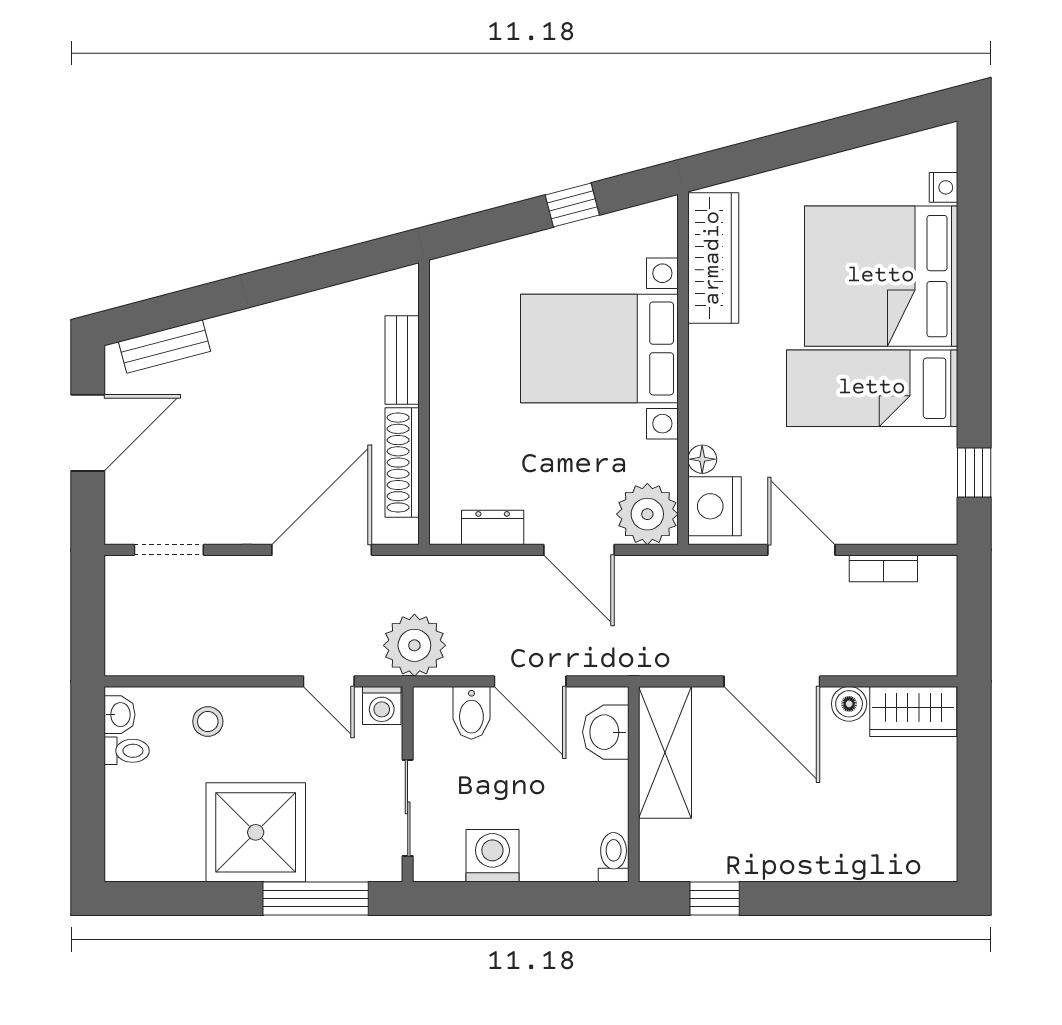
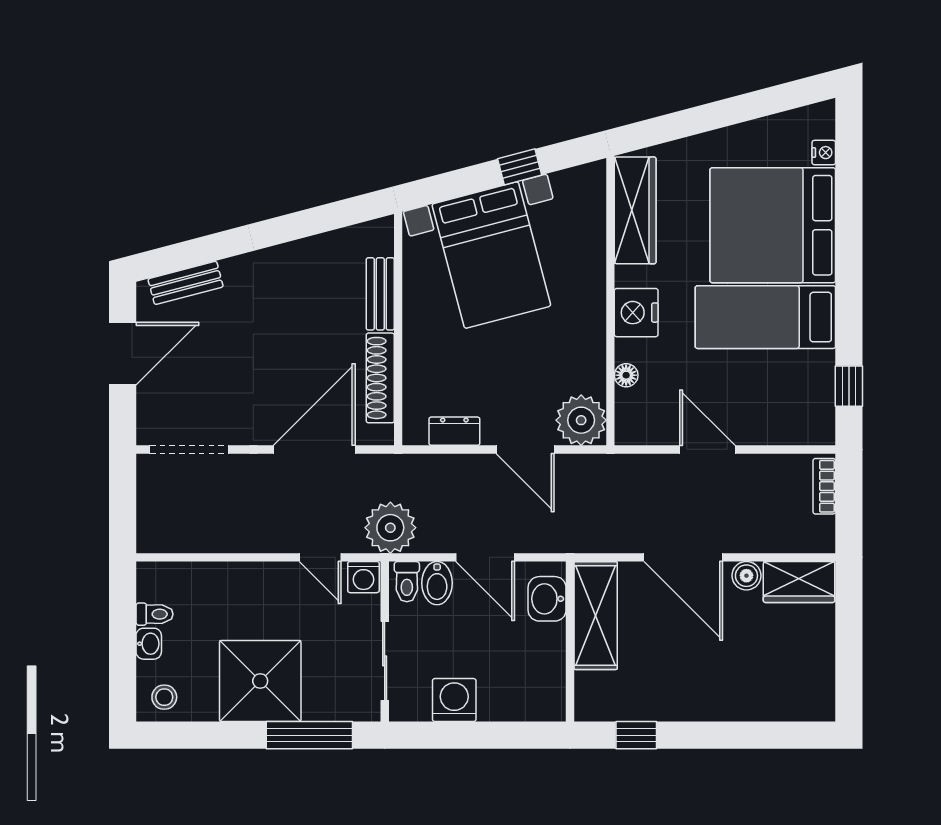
bed with nightstands: (599, 348) -> (491, 255), moved, turned -105
nightstand: (714, 506) -> (636, 313), moved
doorway: (169, 550) -> (189, 449), width x1.38
bookcase: (883, 568) -> (824, 486), moved, turned 90
washbasin: (120, 715) -> (149, 644), moved
stool: (208, 721) -> (164, 697), moved
toilet: (614, 857) -> (407, 582), moved, turned 180

